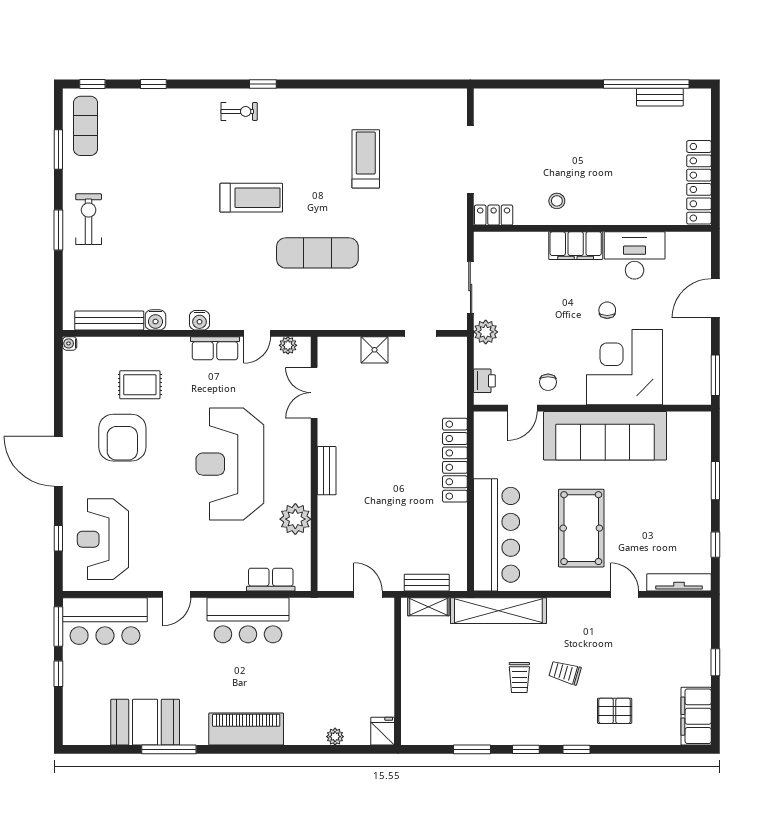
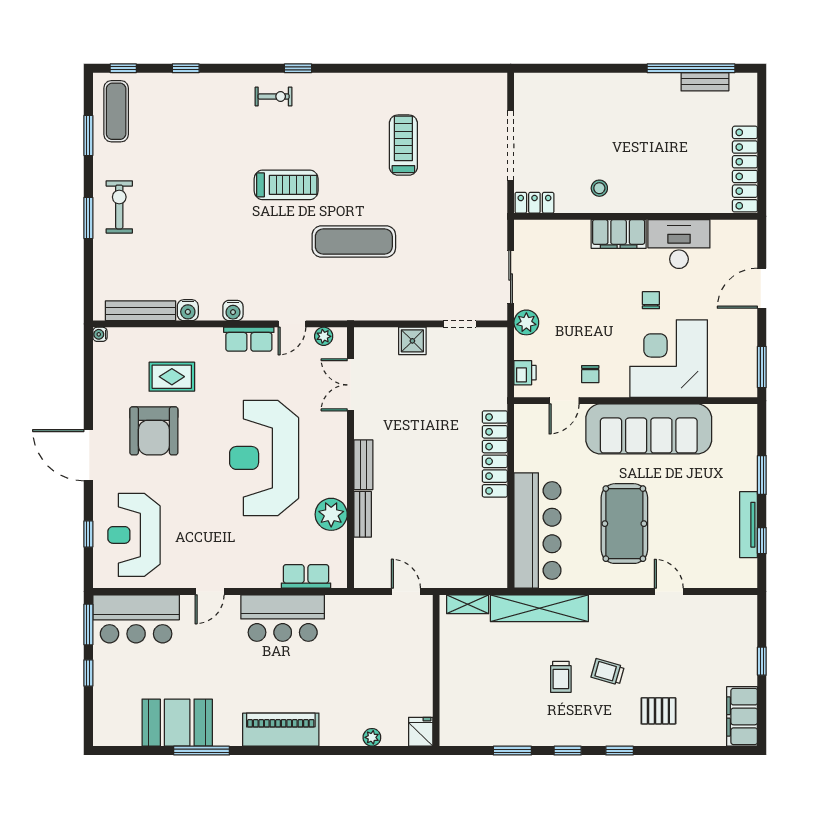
tv unit: (679, 582) -> (748, 525), moved, turned -90
bench: (427, 583) -> (363, 514), moved, turned 90

